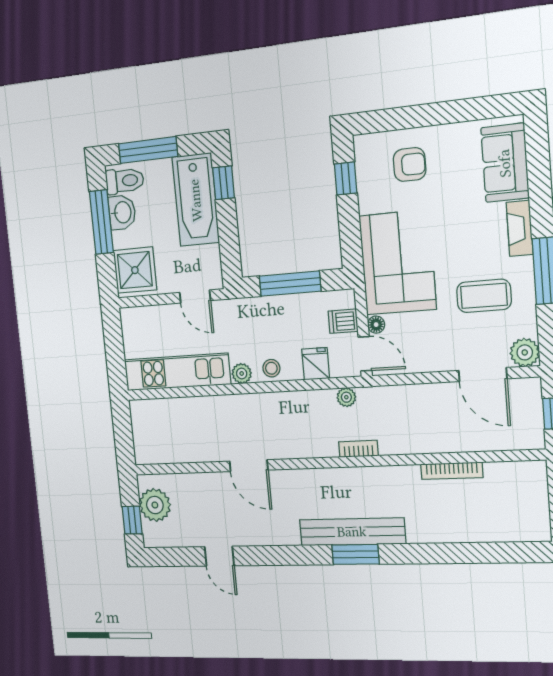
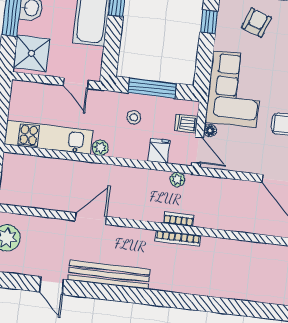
armchair: (409, 165) -> (256, 23), turned -70
stool: (271, 368) -> (134, 117), moved
door: (249, 466) -> (91, 219), swing flipped
bookcase: (452, 471) -> (178, 238), moved
bench: (352, 532) -> (109, 275), moved
window: (355, 554) -> (160, 298), removed

